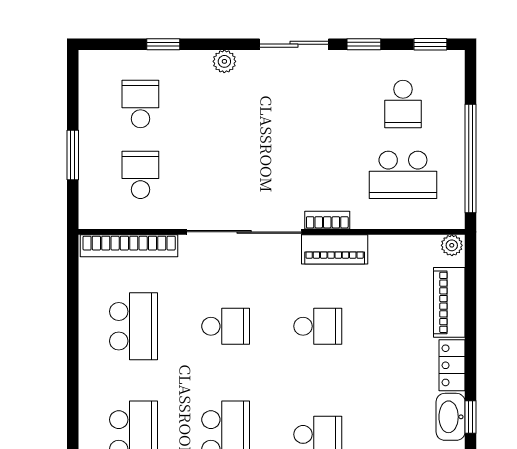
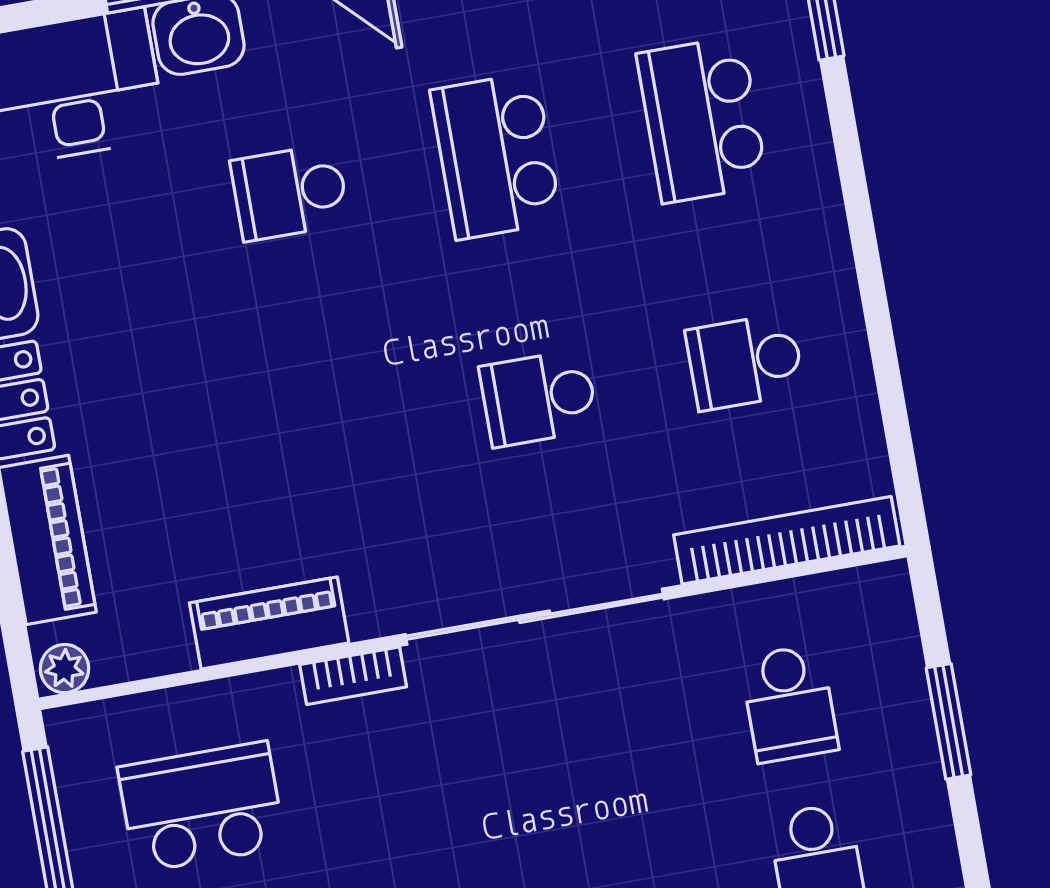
piano: (335, 249) -> (269, 623), moved
school desk: (134, 326) -> (745, 362), width x0.54
school desk: (318, 326) -> (333, 434), removed

